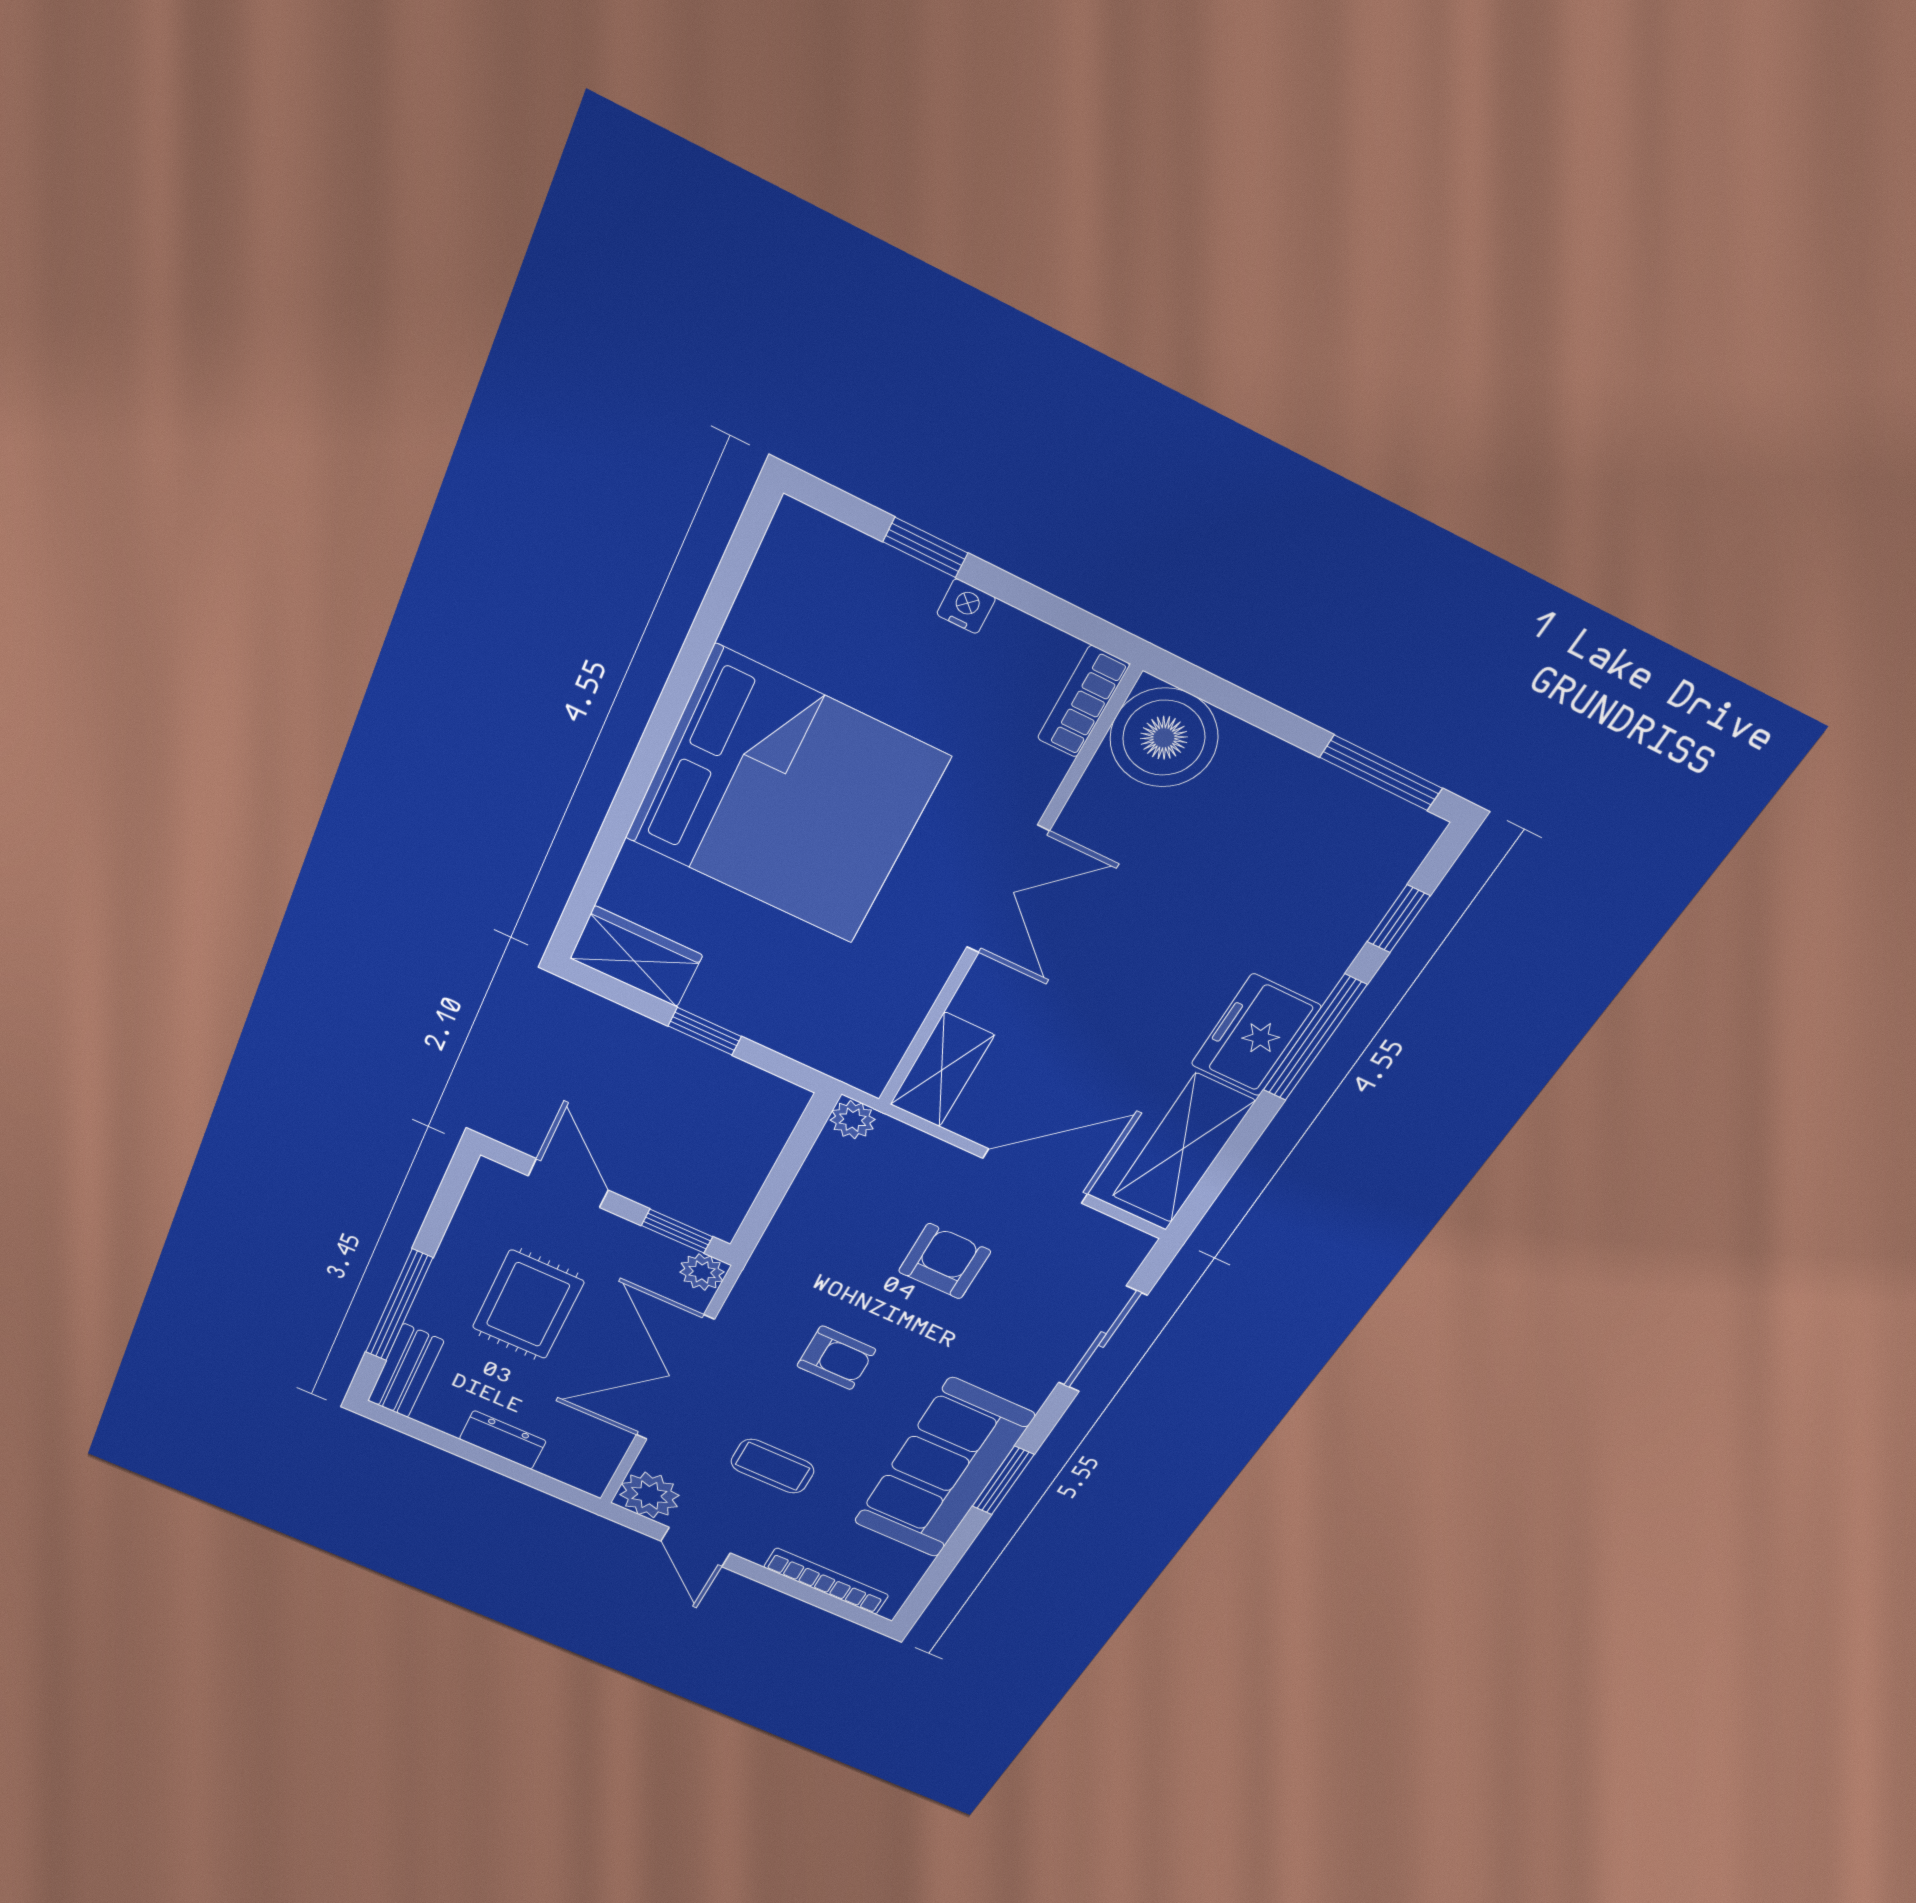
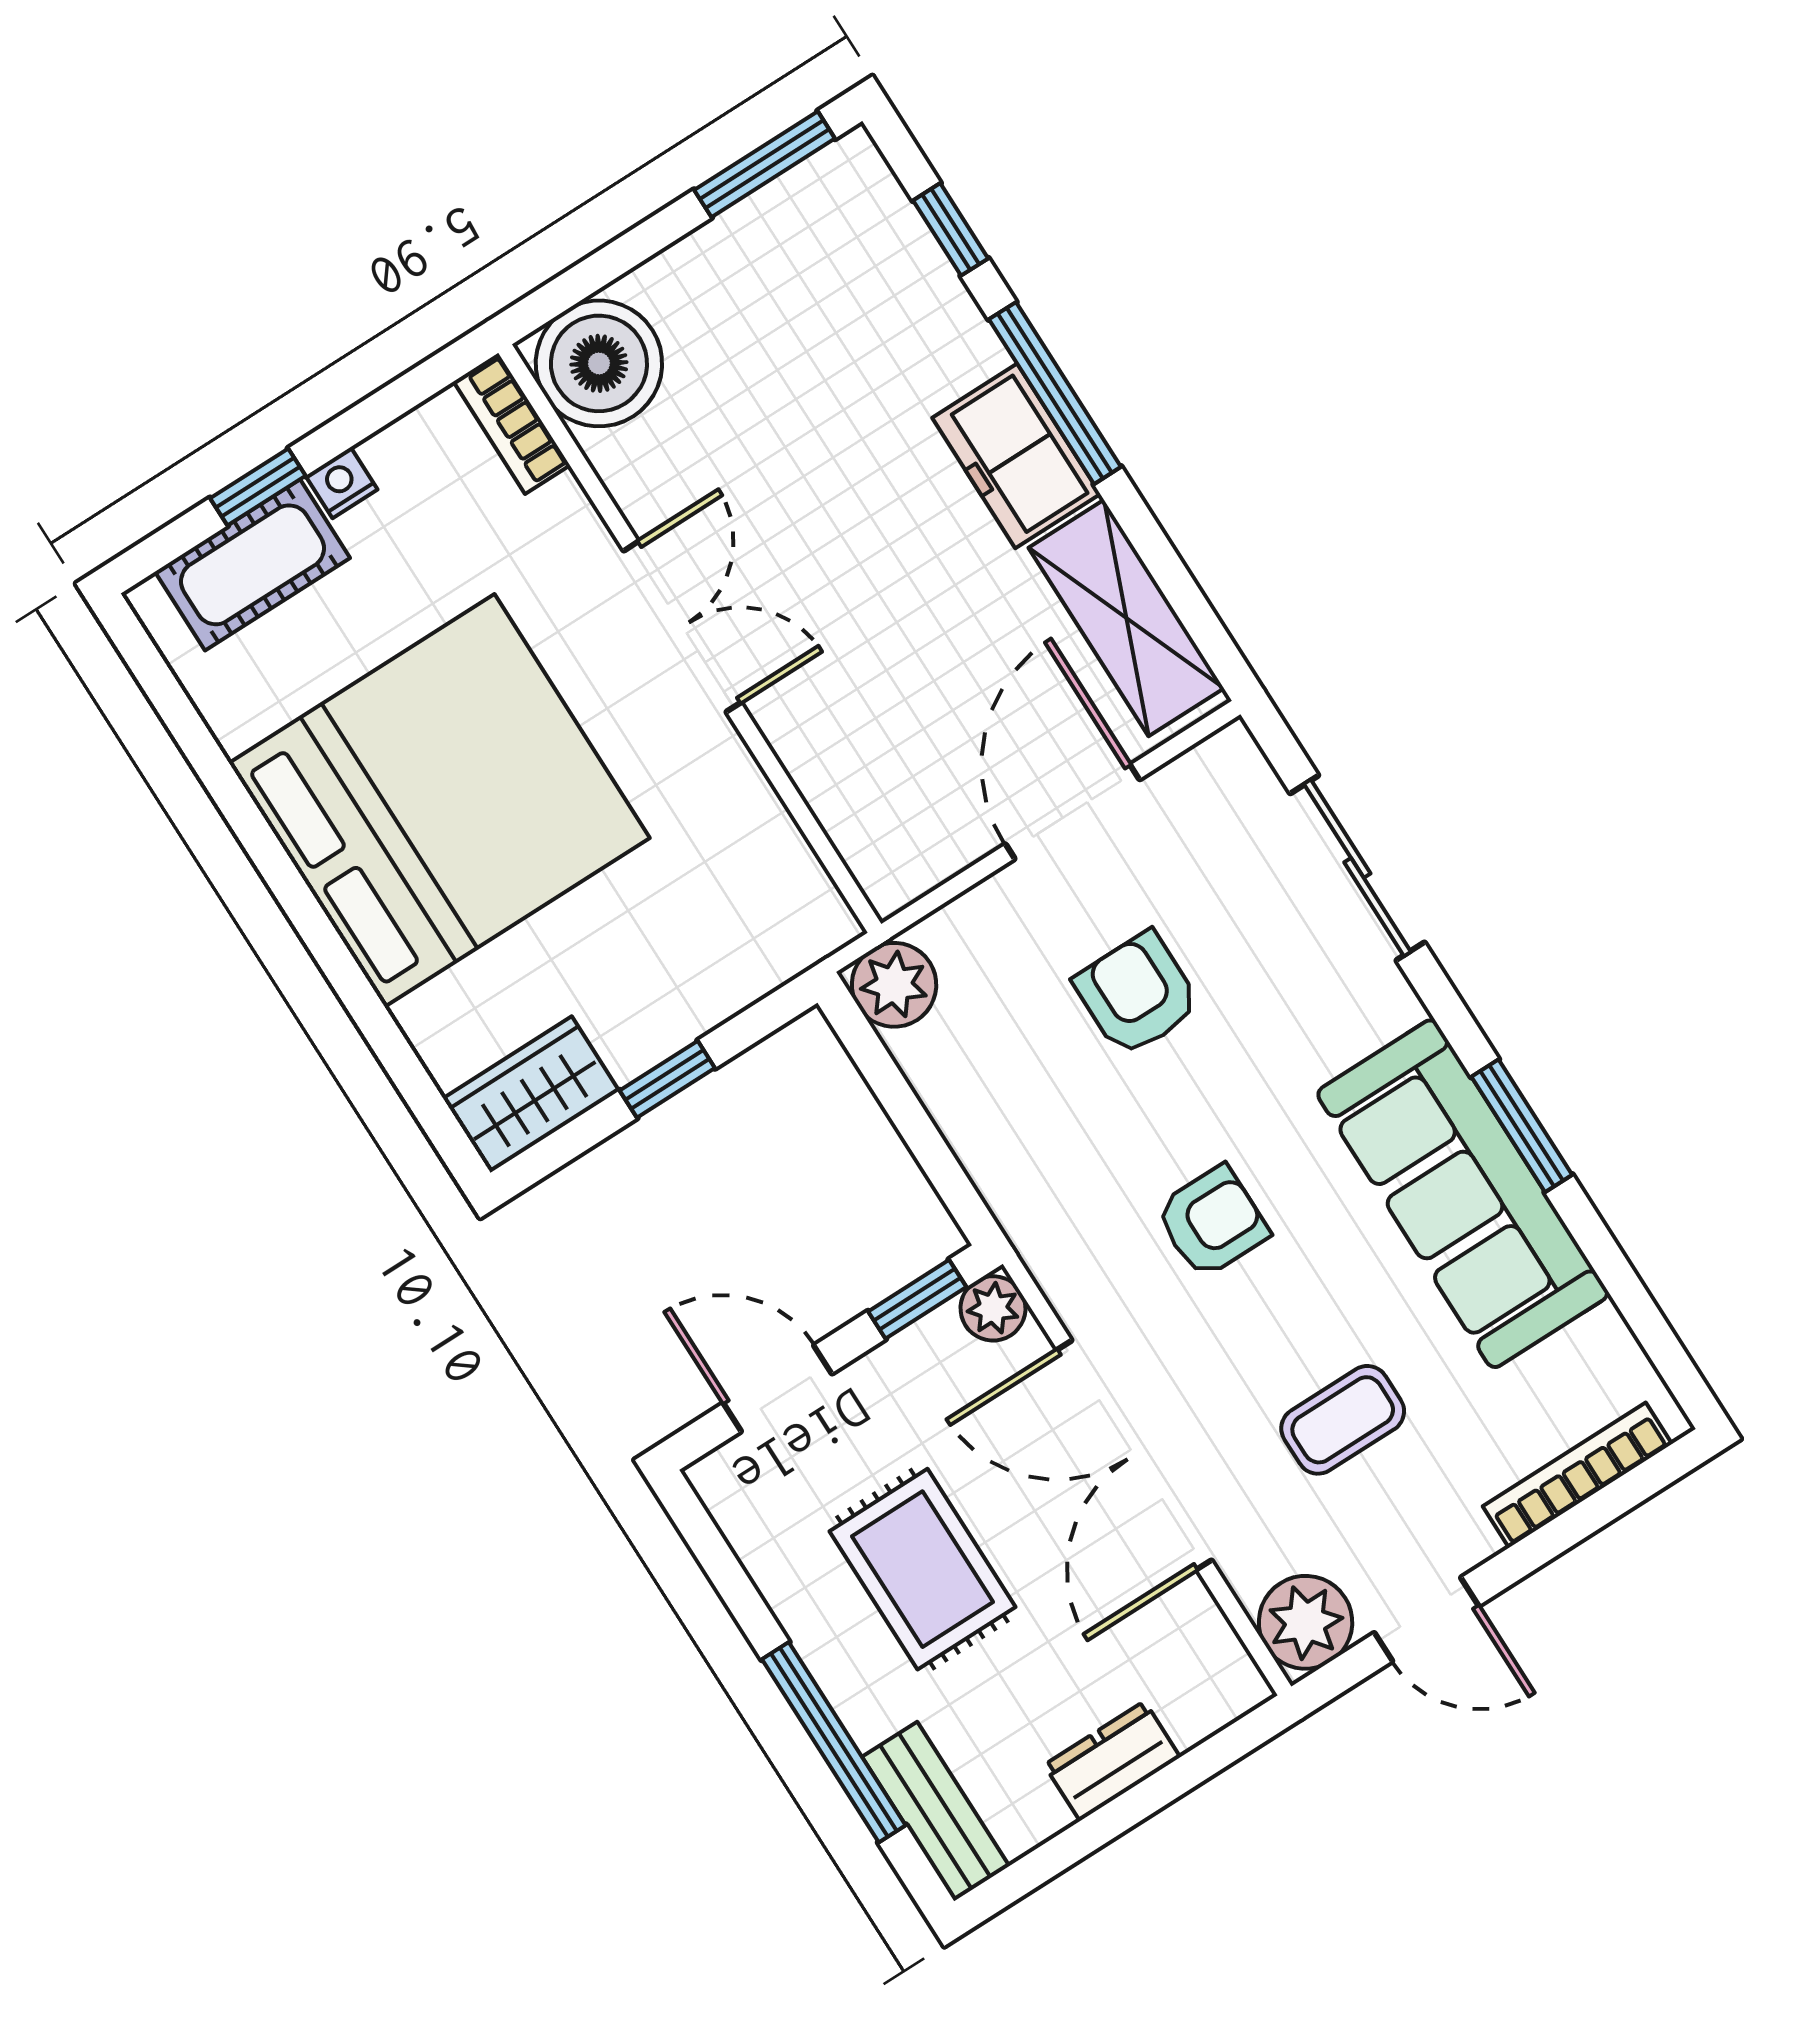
cot: (866, 577) -> (252, 565), added
shelving: (942, 1070) -> (868, 835), removed
plant: (853, 1120) -> (894, 985), width x1.38, depth x1.38

